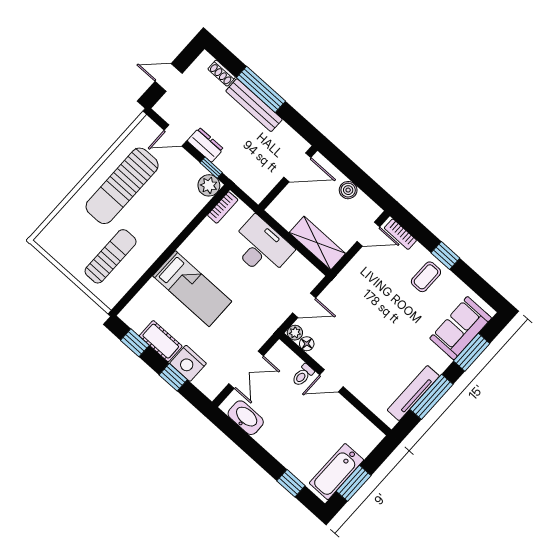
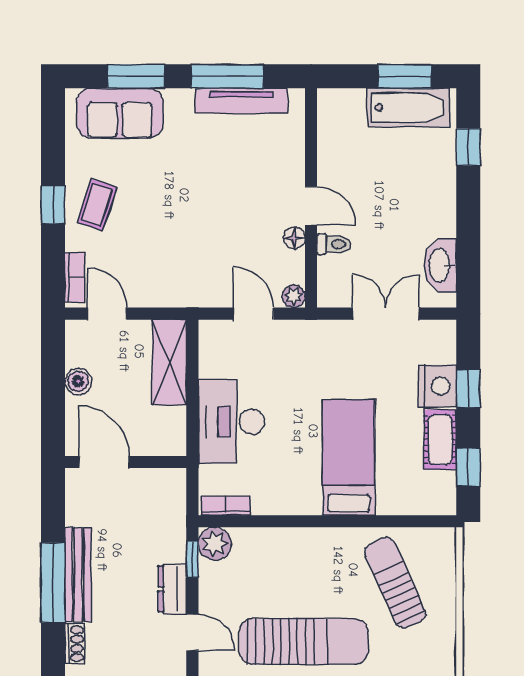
sun lounger: (111, 256) -> (395, 583), turned 66
coffee table: (426, 277) -> (97, 205), turned -72
floor lamp: (307, 344) -> (294, 238), moved

